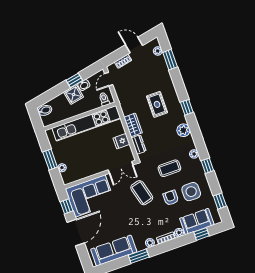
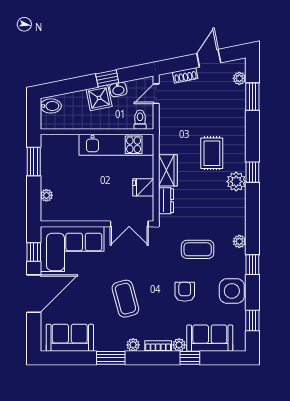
door: (134, 45) -> (209, 58), hinge flipped
kitchen unit: (86, 123) -> (116, 145), width x0.73
plant: (183, 130) -> (236, 182), moved
window: (50, 159) -> (34, 161), moved
side table: (191, 192) -> (232, 291), moved
coffee table: (142, 193) -> (125, 299), moved
window: (202, 234) -> (190, 358), moved
sofa: (114, 251) -> (70, 338), width x0.73

